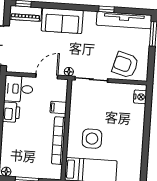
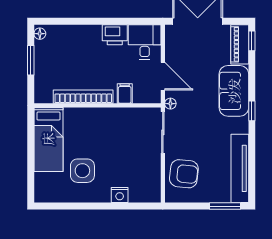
window: (106, 9) -> (252, 111), moved
armchair: (125, 65) -> (184, 174), turned 81
nightstand: (140, 97) -> (120, 195), moved
side table: (92, 139) -> (82, 171), moved

